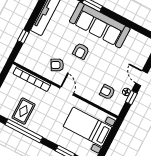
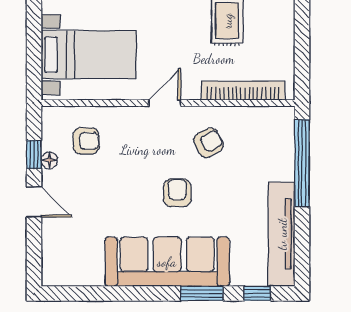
window: (23, 36) -> (302, 163), width x3.17
door: (67, 91) -> (165, 103), swing flipped

